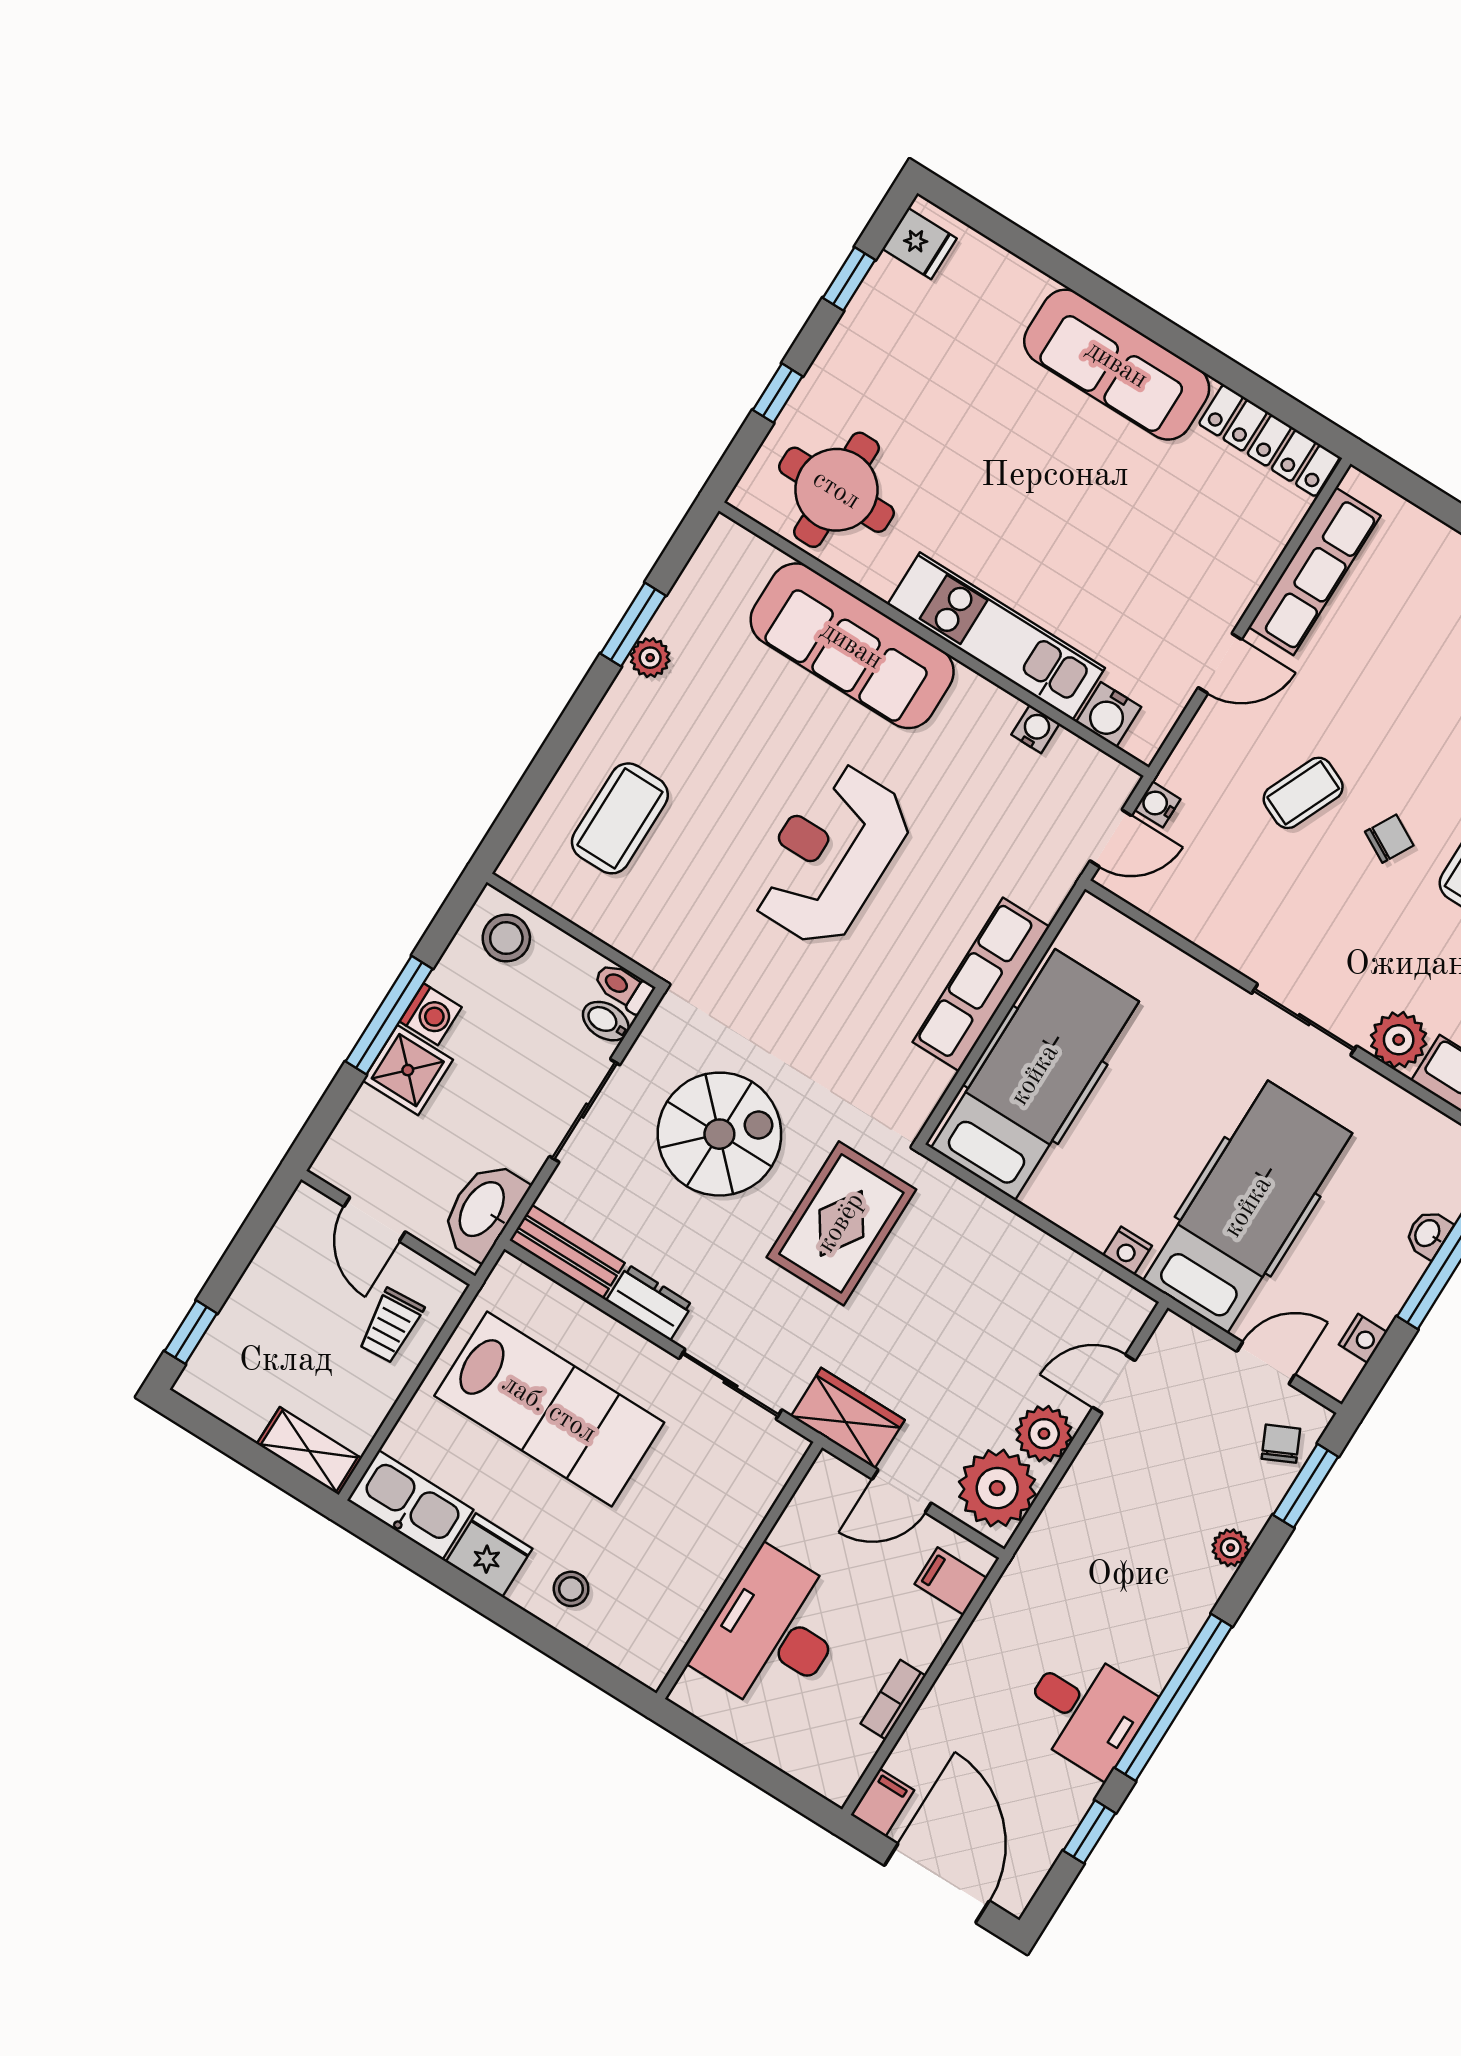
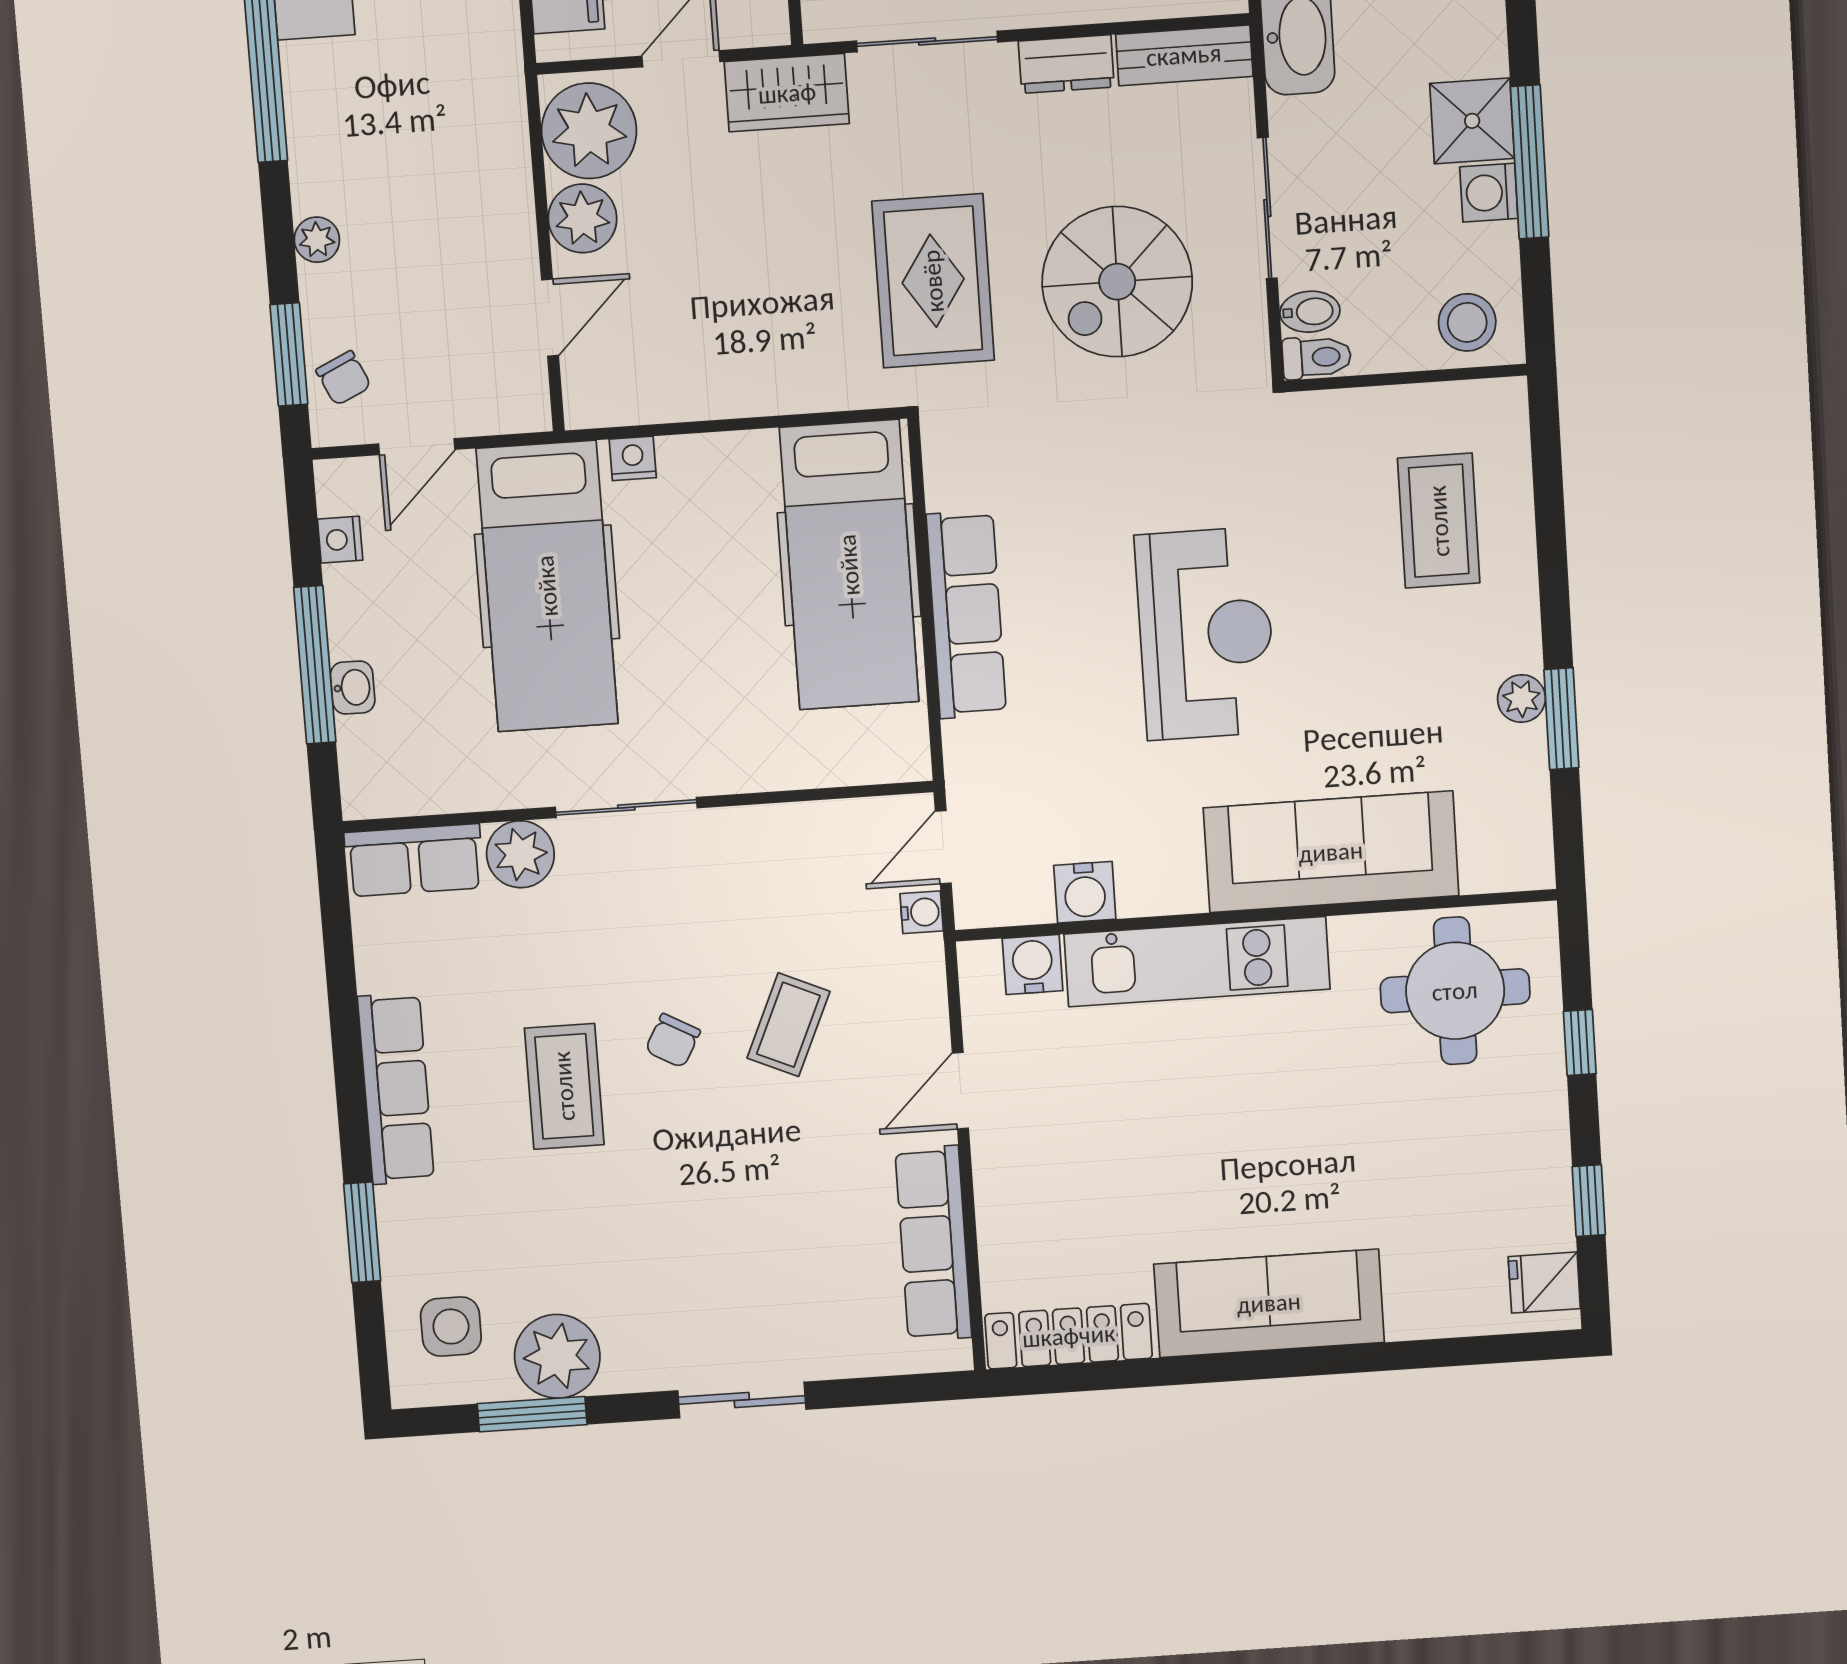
water cooler: (1035, 729) -> (1085, 892), width x1.38, depth x1.38

